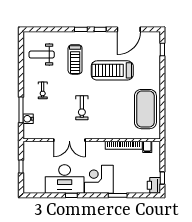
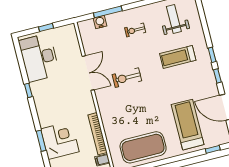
treadmill: (112, 70) -> (188, 125), moved
double door: (69, 140) -> (88, 73), swing flipped
desk: (65, 179) -> (39, 58), moved
corner desk: (99, 179) -> (60, 140), moved

